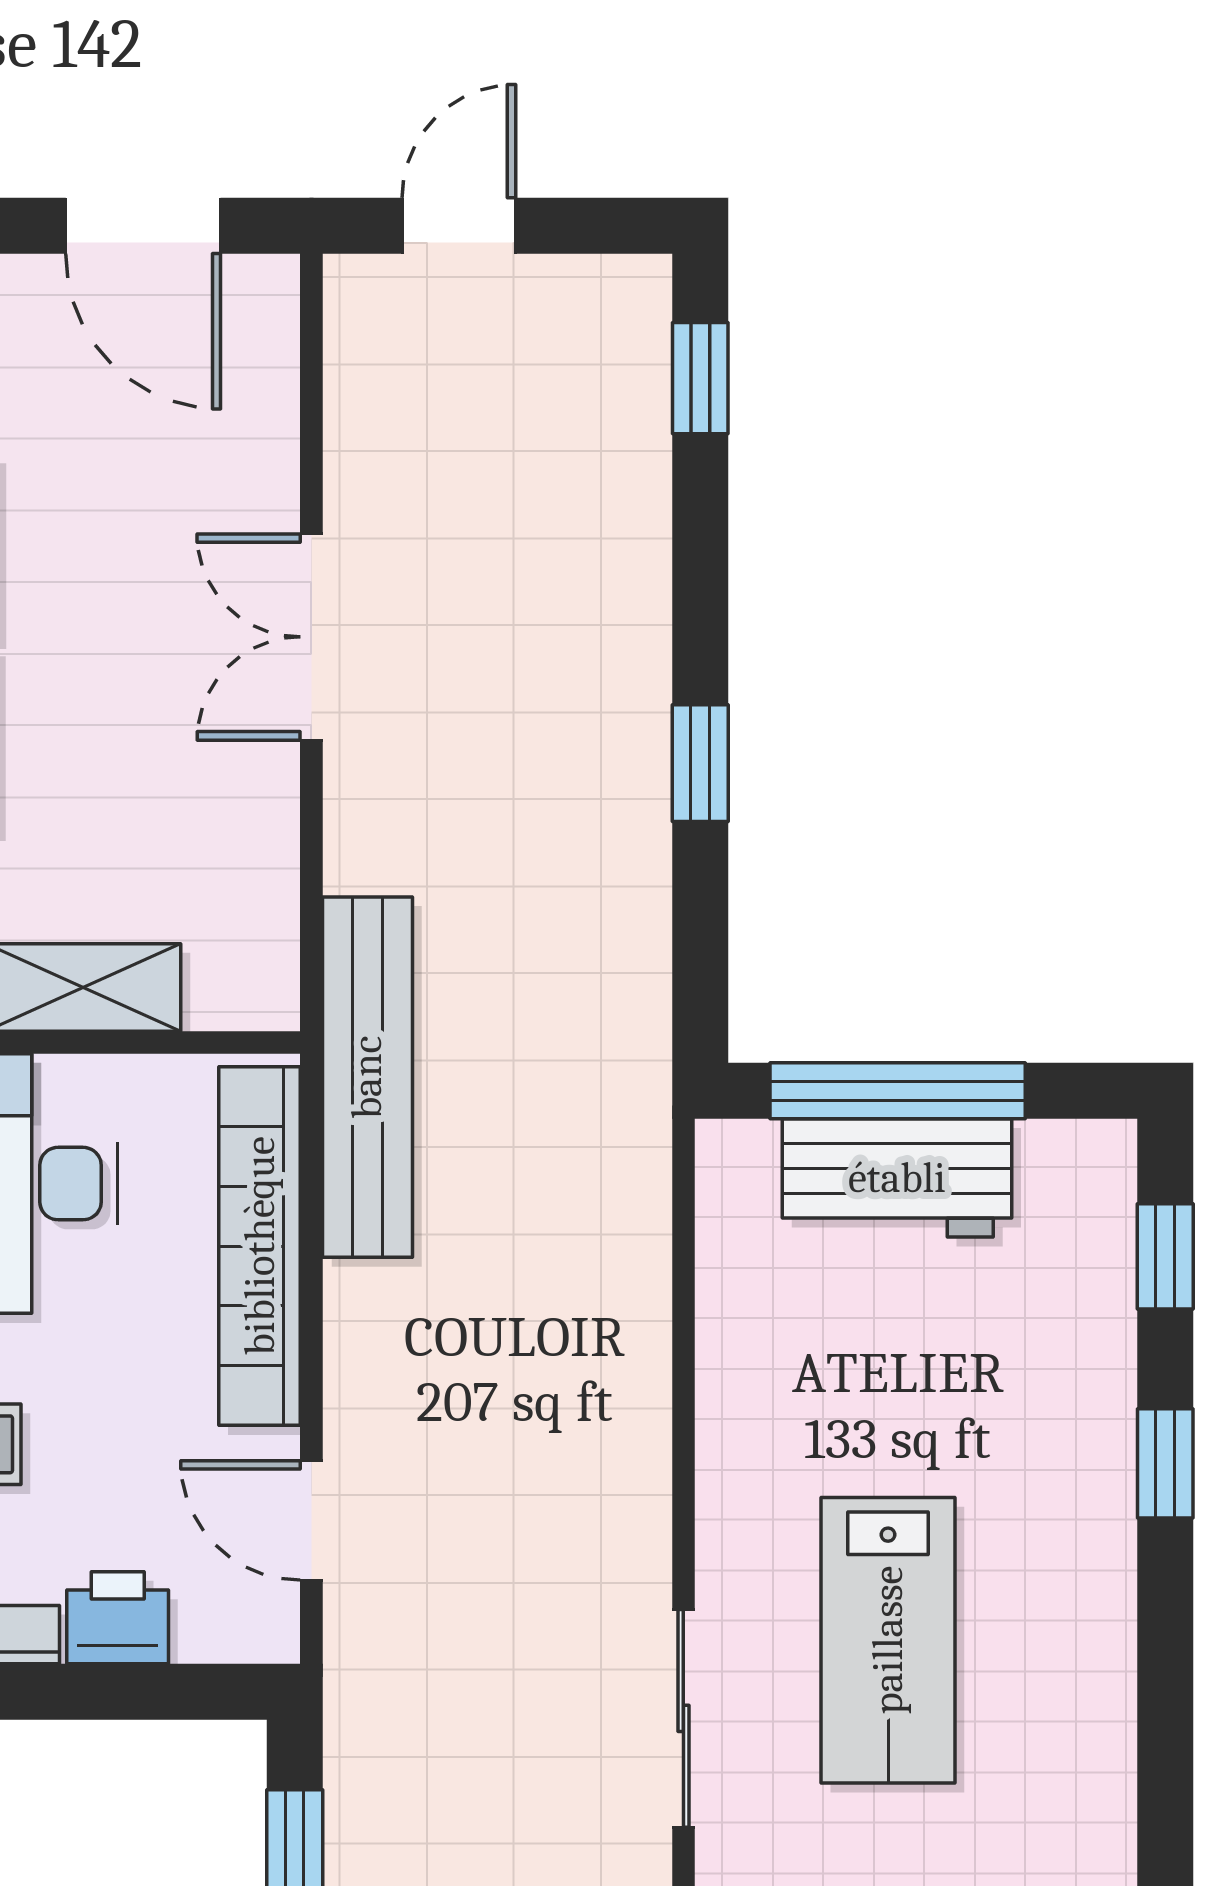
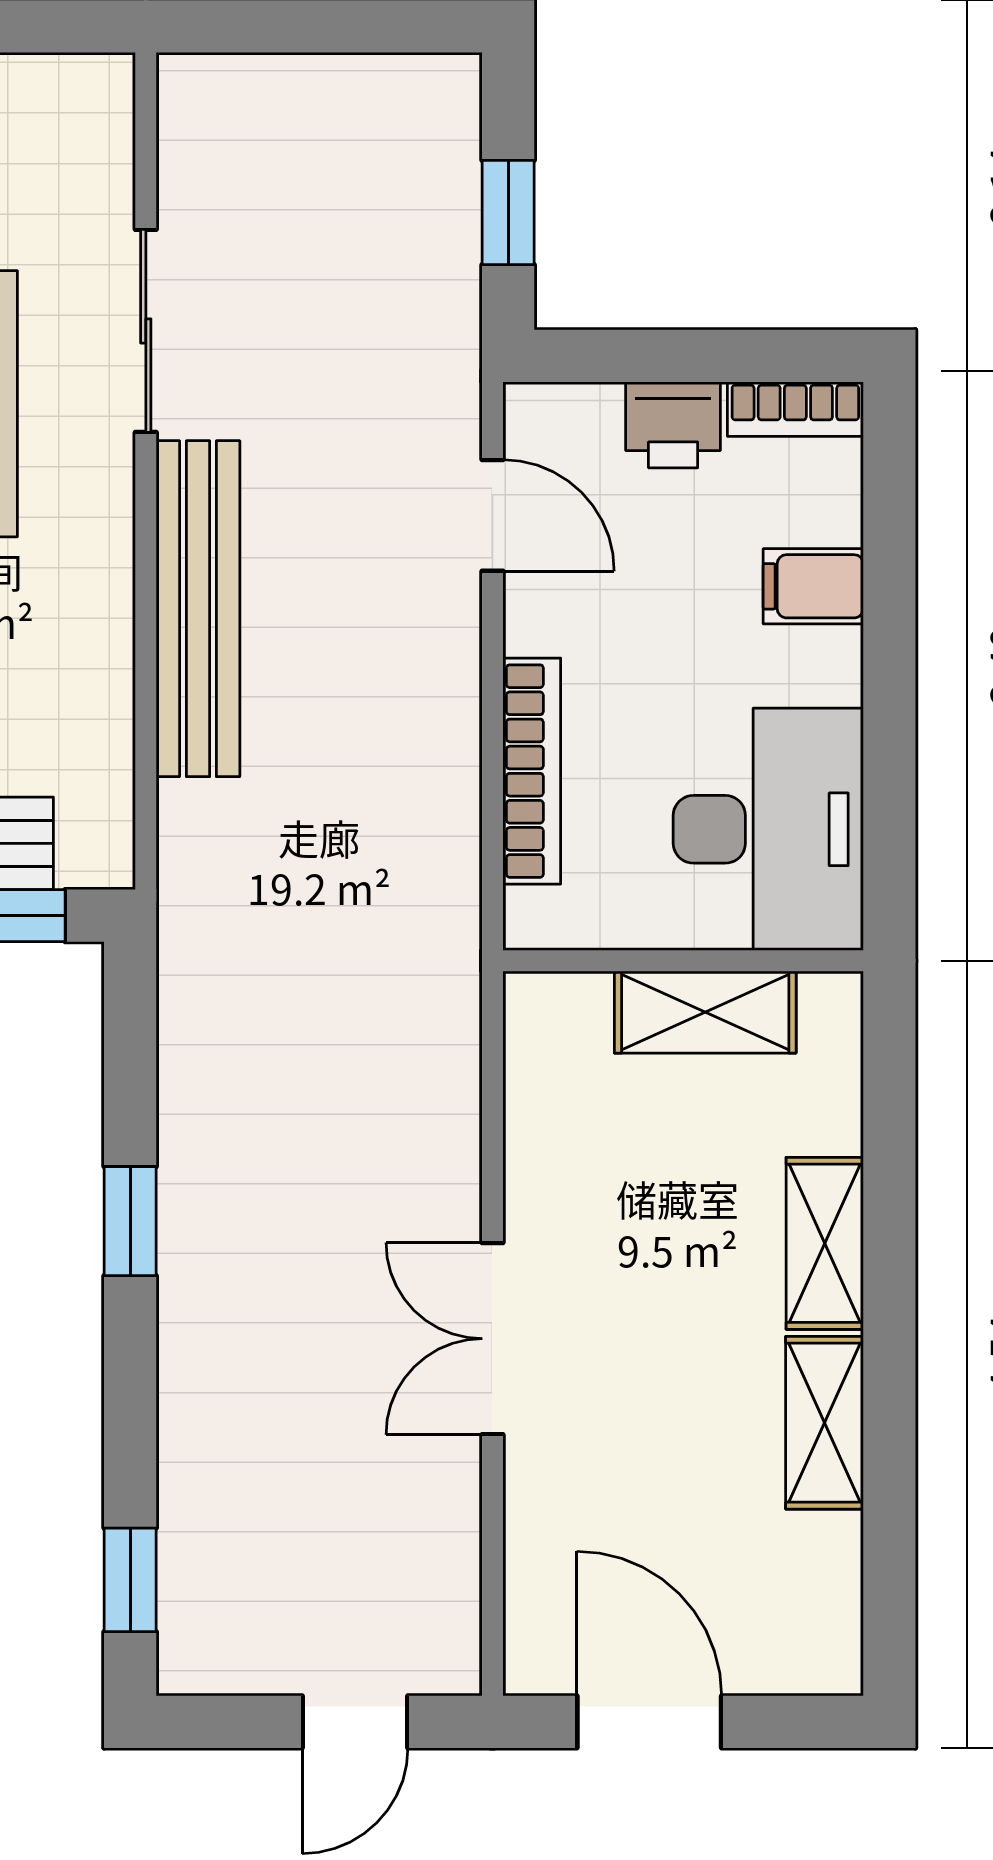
double door: (311, 637) -> (492, 1339), swing flipped
bench: (367, 1077) -> (198, 609), moved
bookcase: (260, 1246) -> (532, 771), width x0.68, depth x0.76

